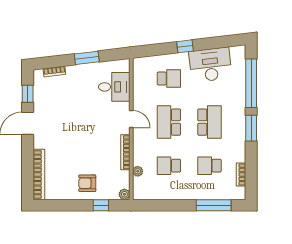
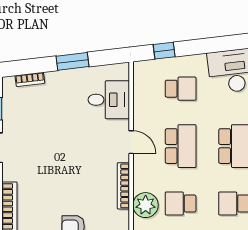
window: (185, 46) -> (164, 51), moved
school desk: (169, 122) -> (181, 146), turned 180
plant: (138, 171) -> (146, 205), width x1.88, depth x1.88

